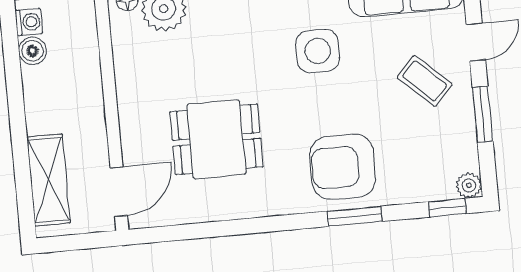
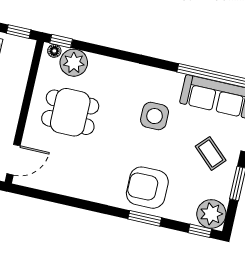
dining table: (216, 139) -> (70, 112), moved
plant: (469, 185) -> (211, 214), width x1.88, depth x1.88

